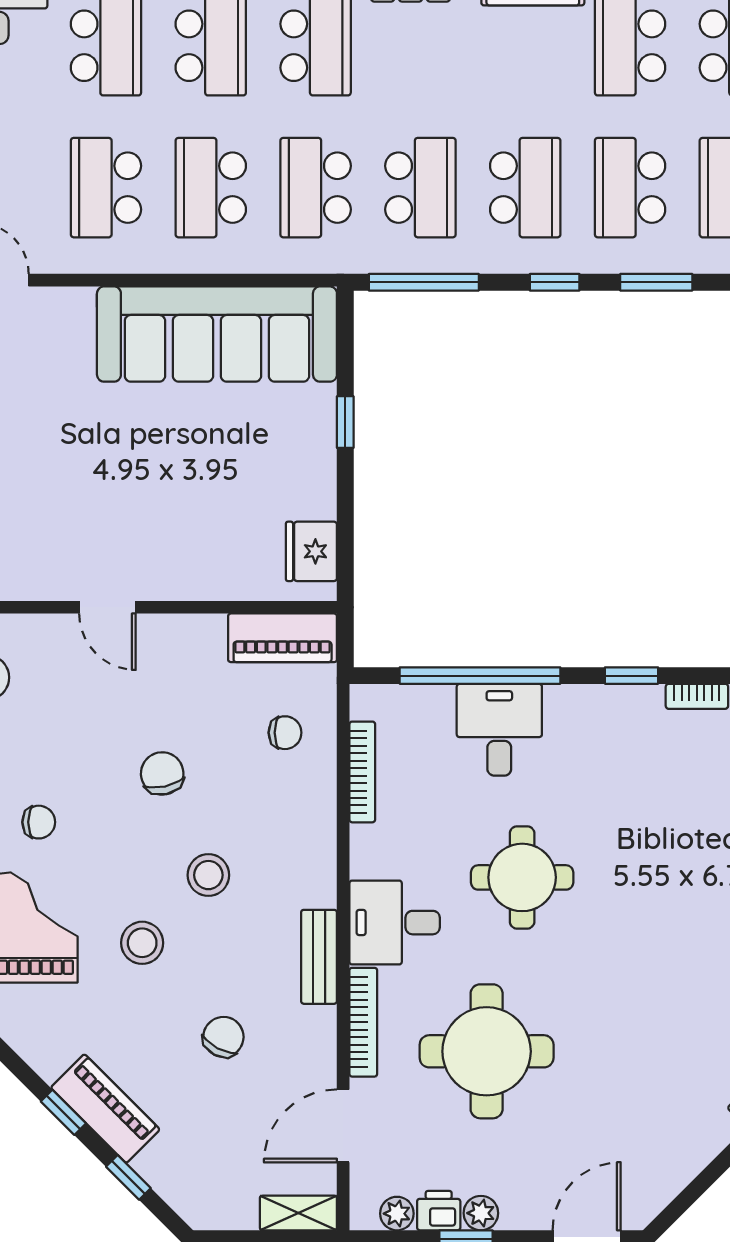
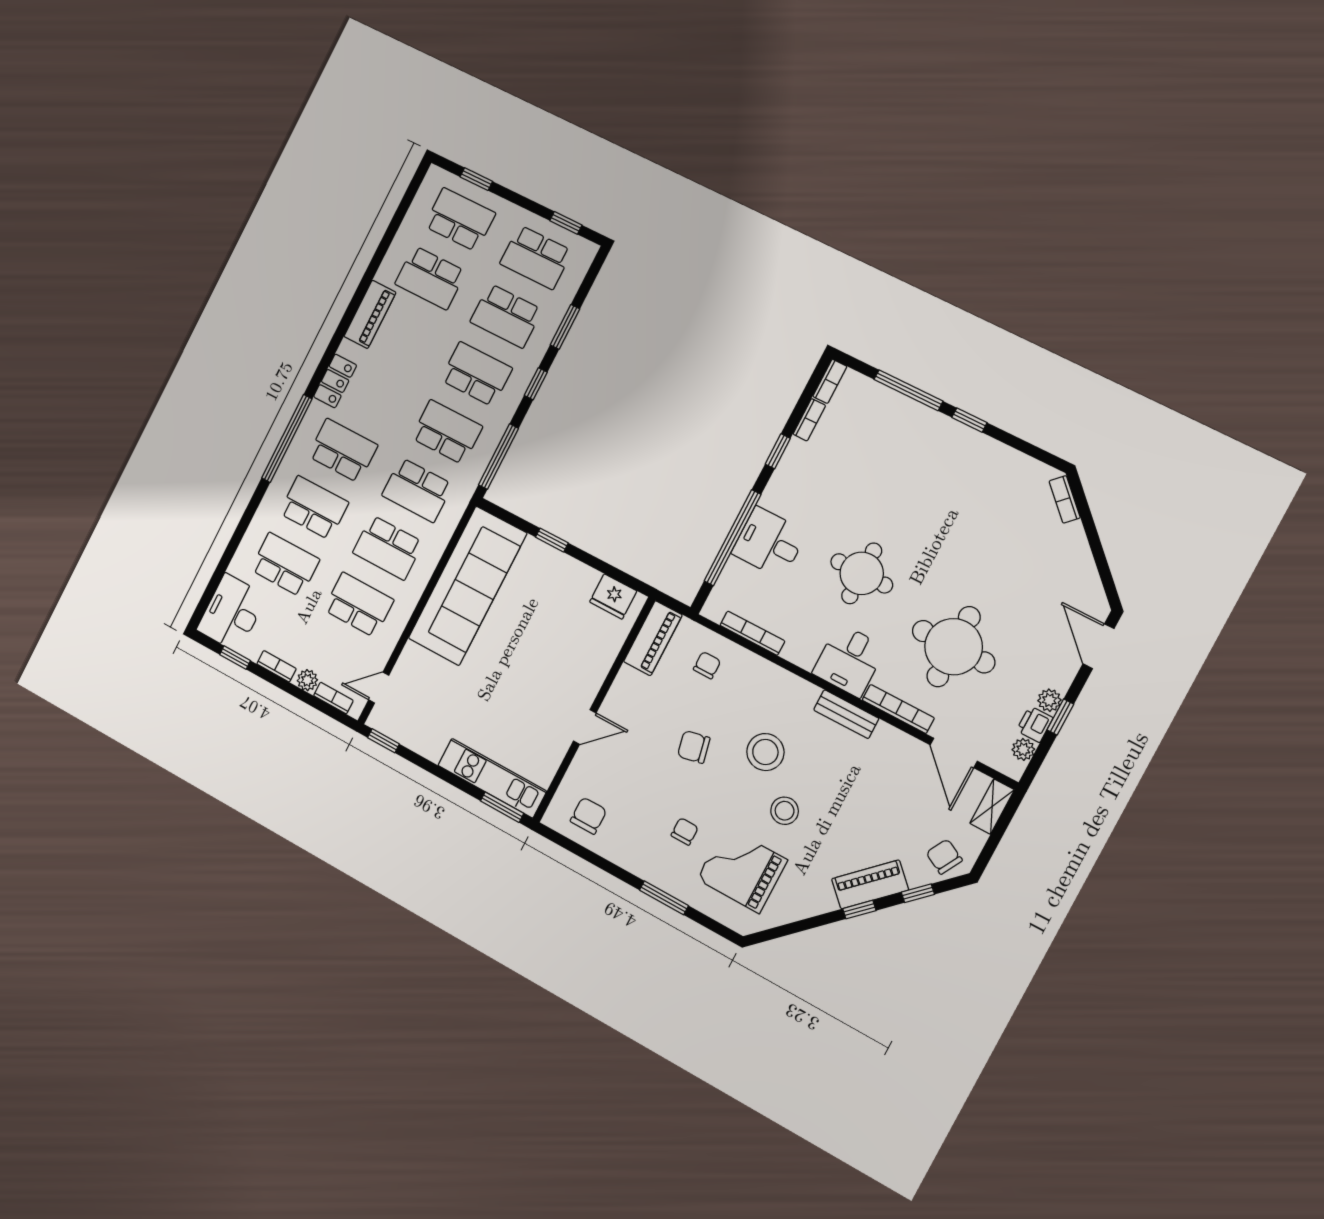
school desk: (106, 188) -> (359, 605), turned 180
stool: (208, 875) -> (765, 752), width x1.38, depth x1.38
chair: (223, 1037) -> (944, 857), moved

